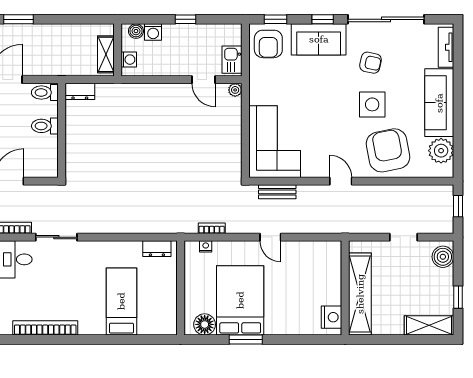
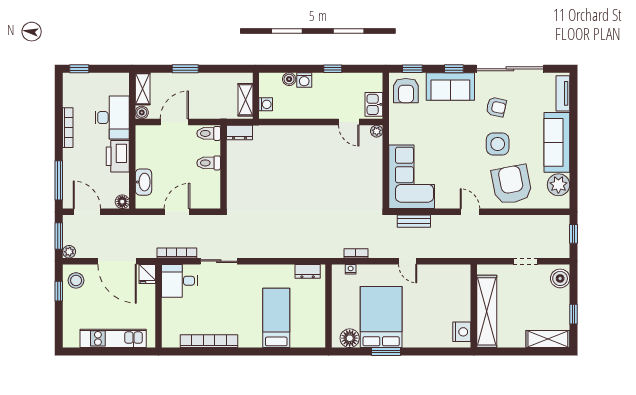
wall: (118, 50) -> (256, 96), moved
shelving: (106, 54) -> (245, 100), moved
washing machine: (129, 60) -> (266, 104), moved

